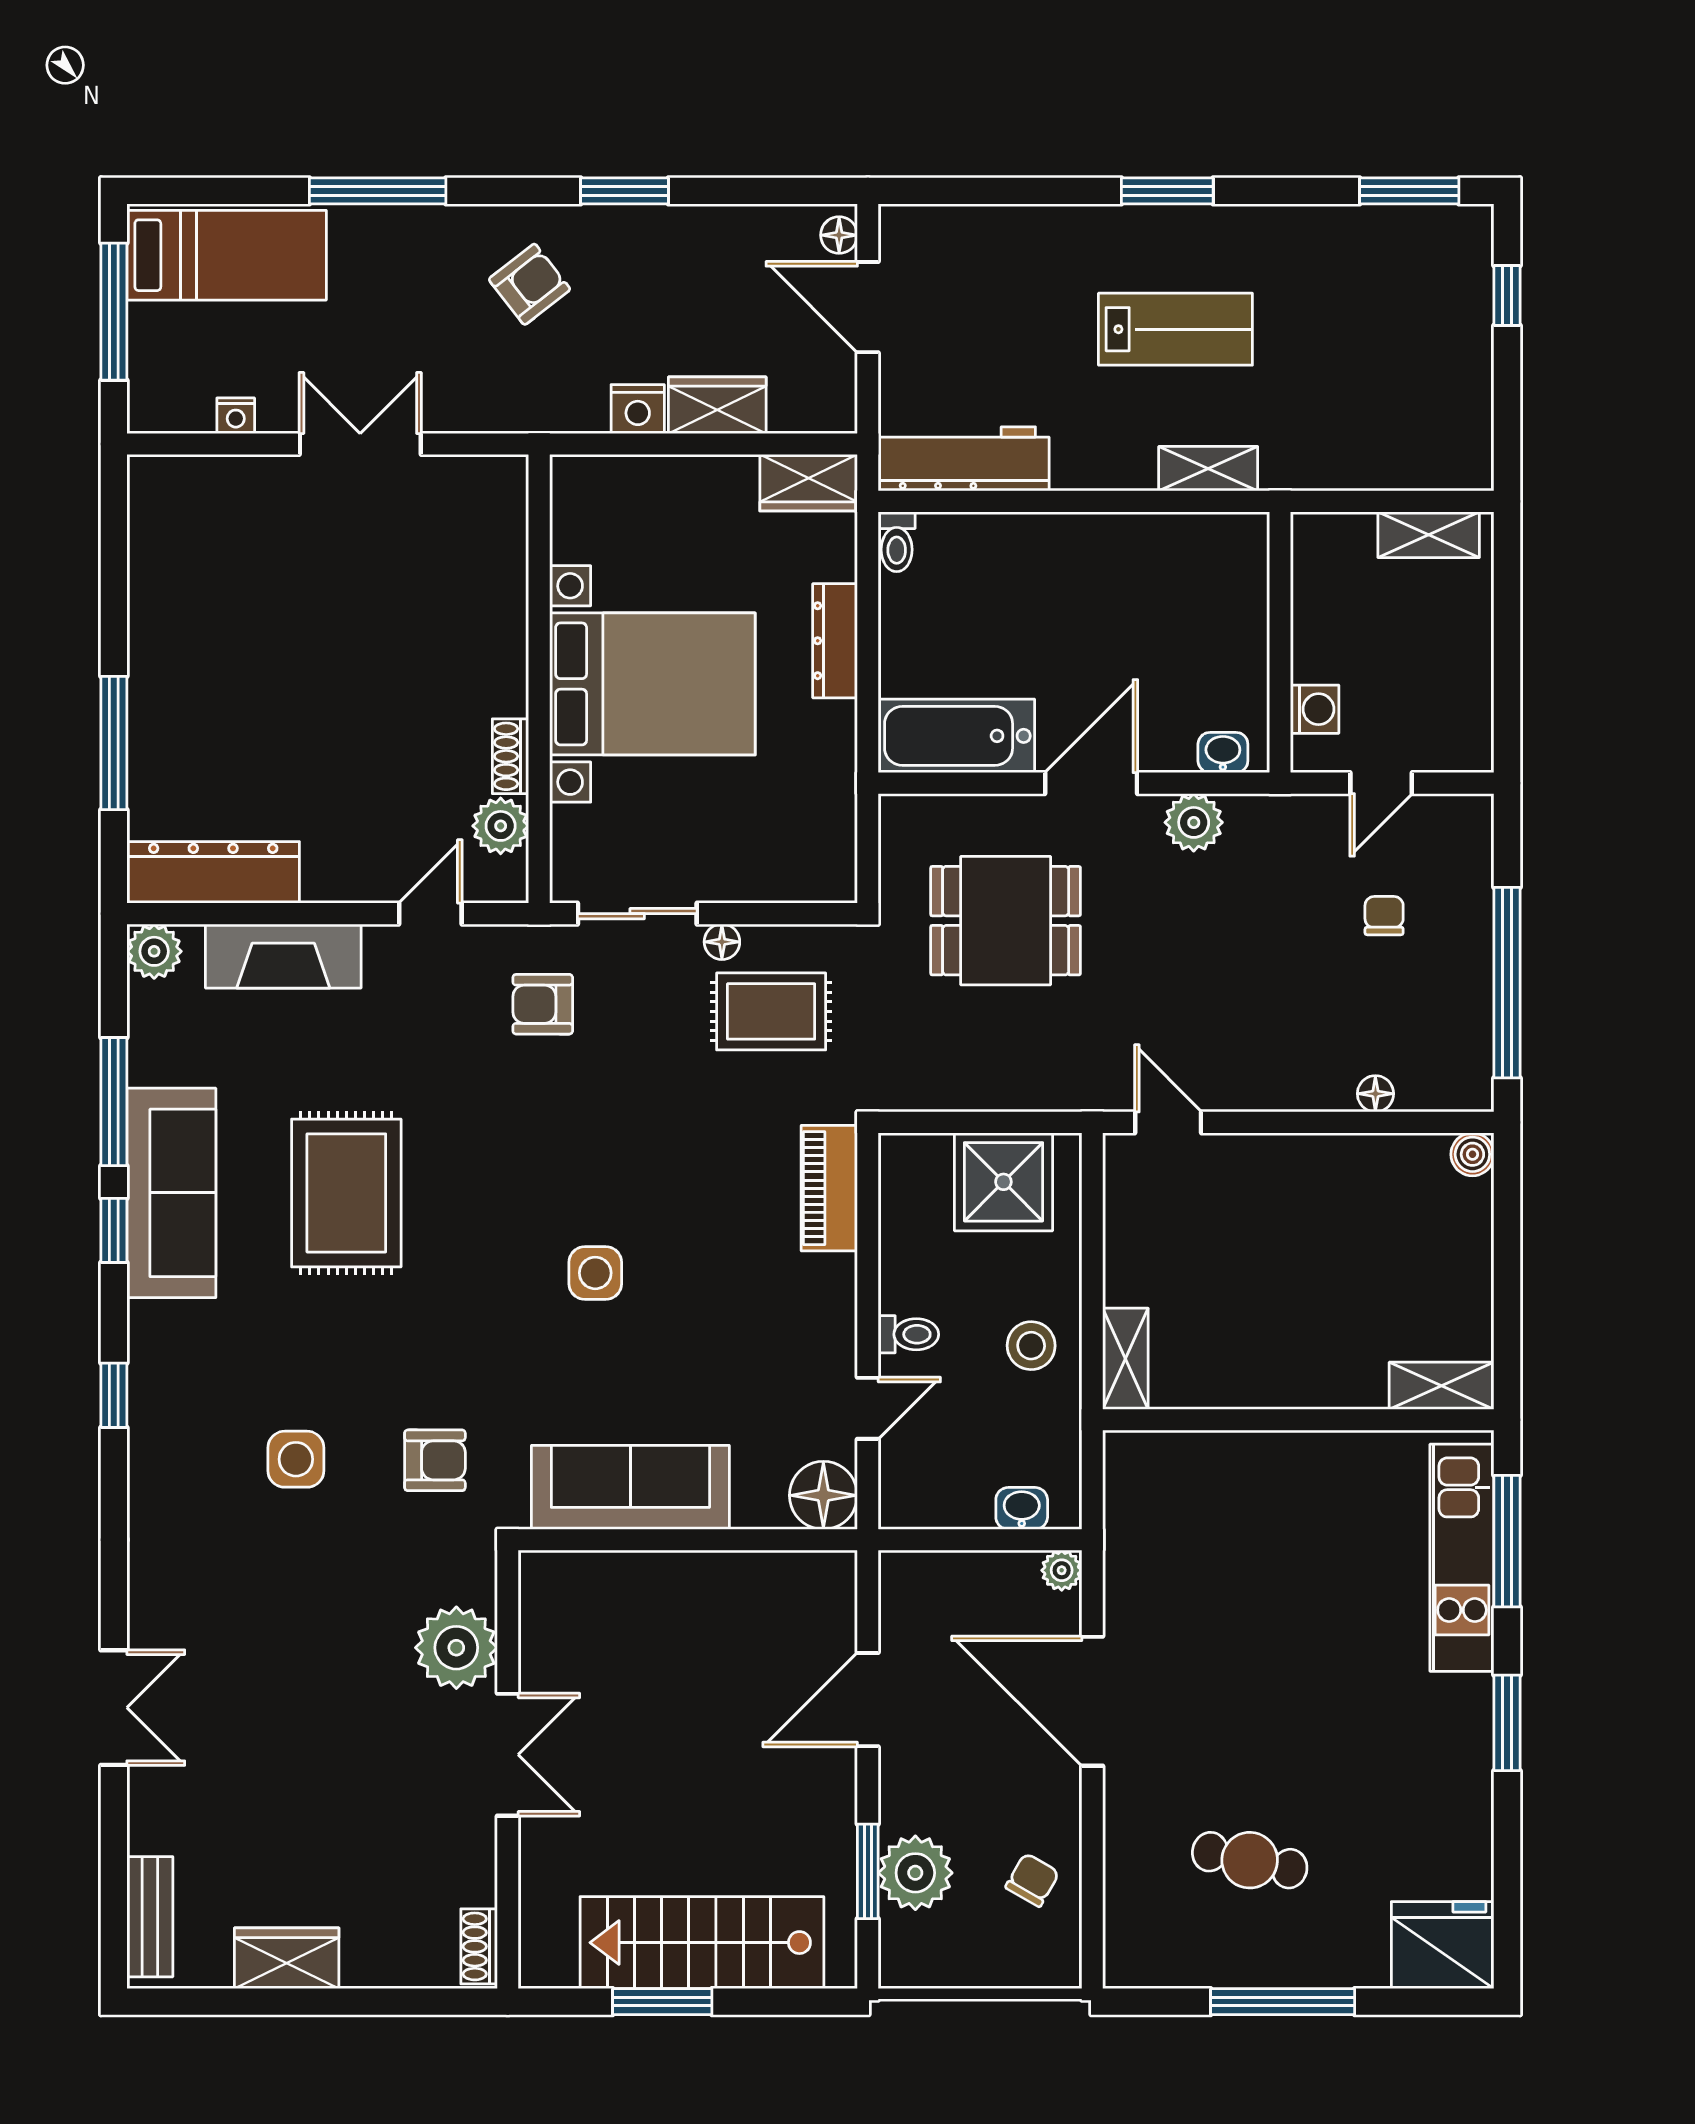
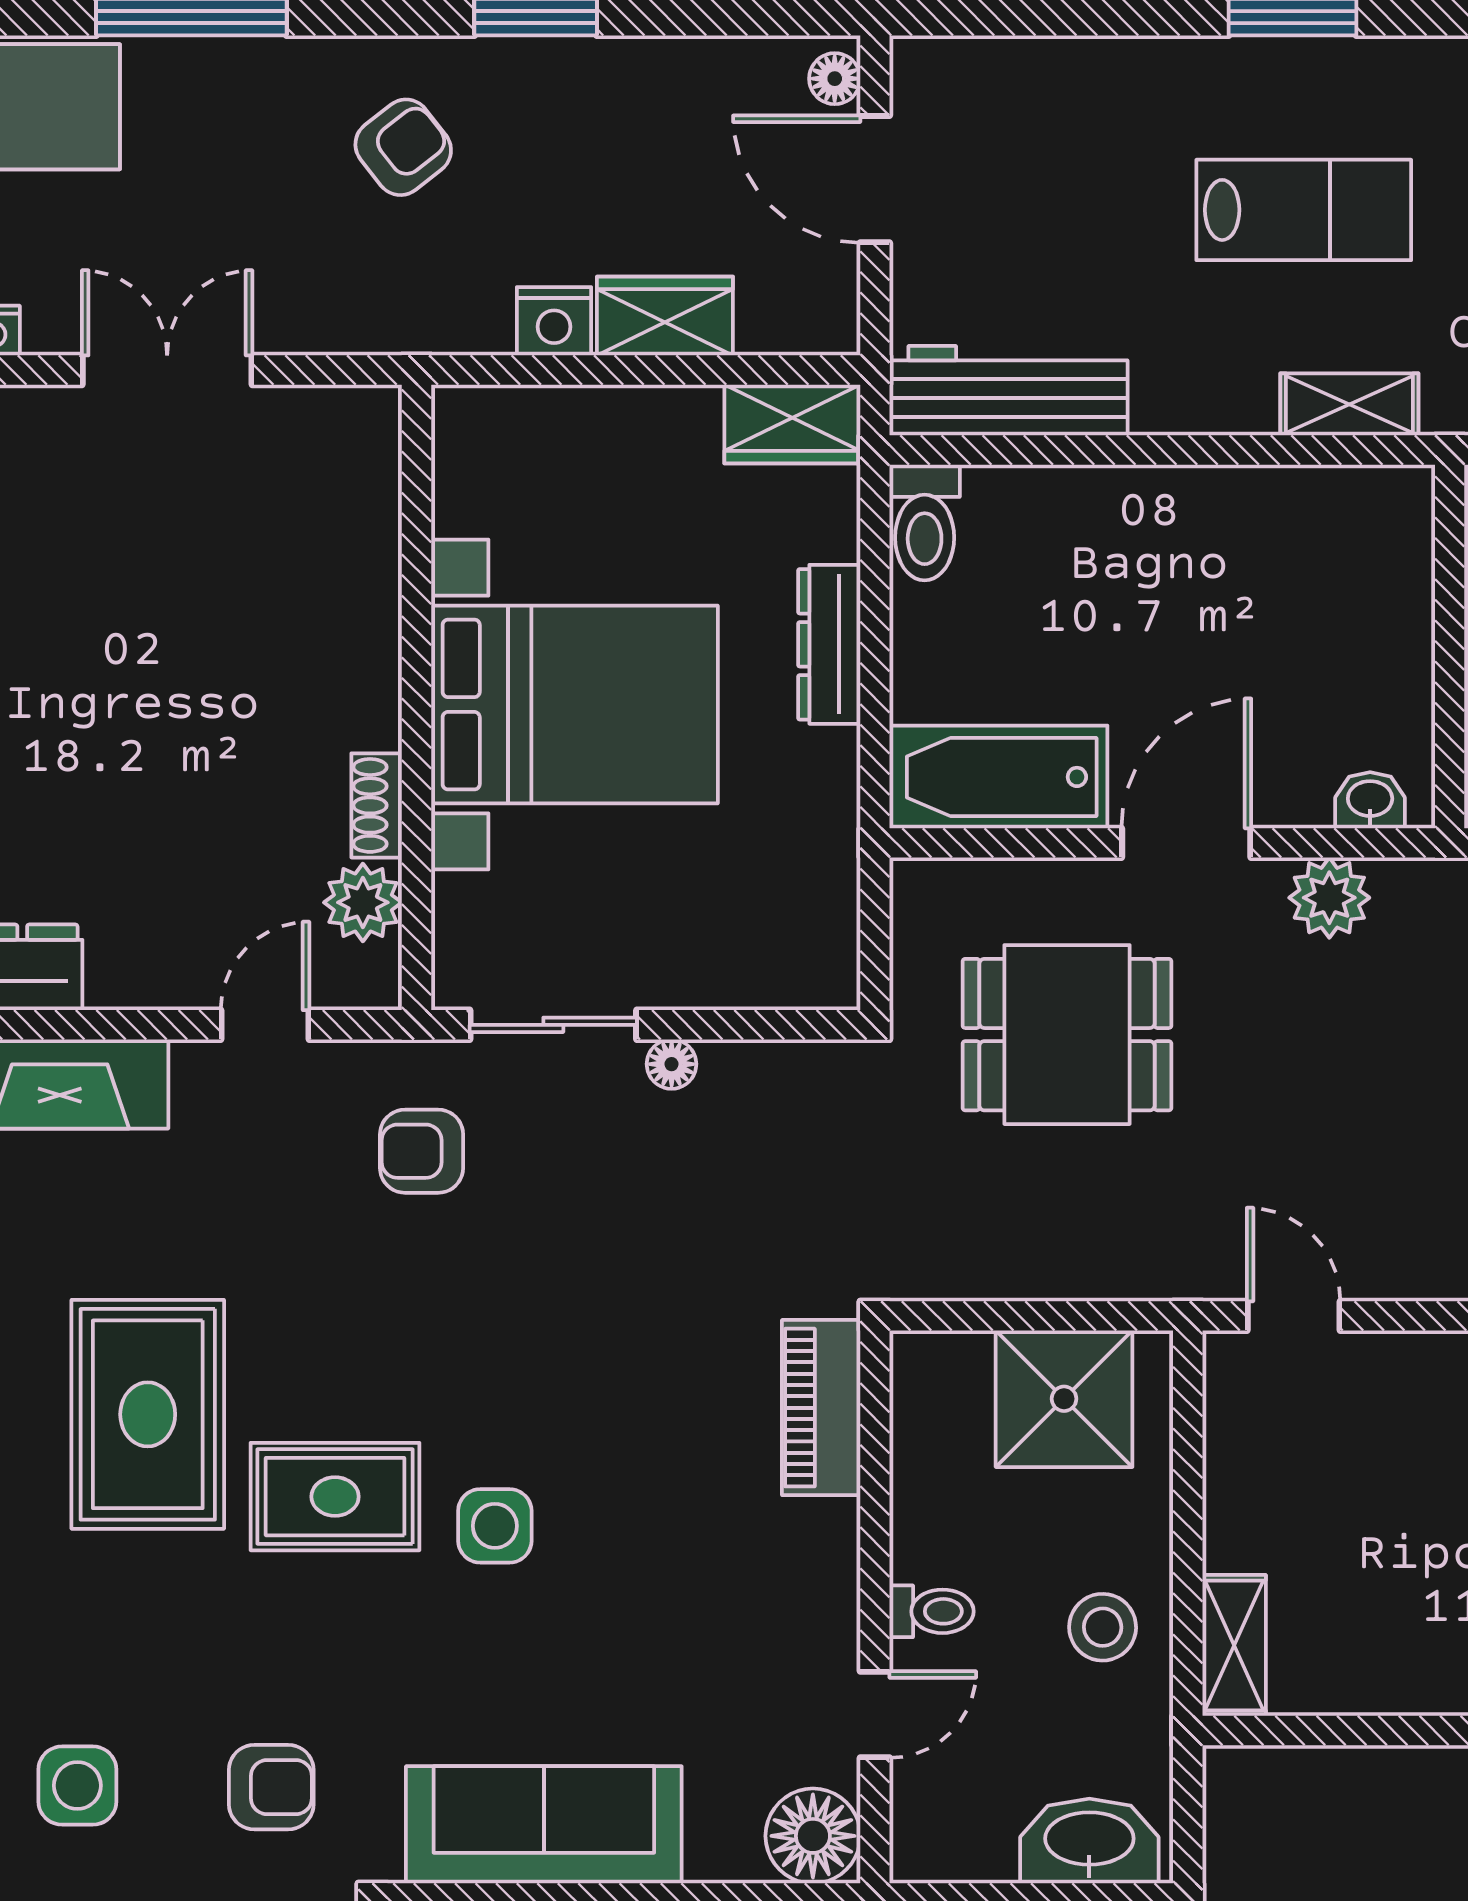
toilet: (897, 542) -> (925, 522), width x1.37, depth x1.39
rug: (771, 1011) -> (335, 1497), moved
washbasin: (1022, 1508) -> (1089, 1841), width x1.91, depth x1.45

